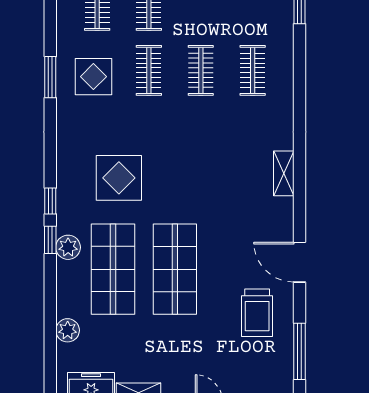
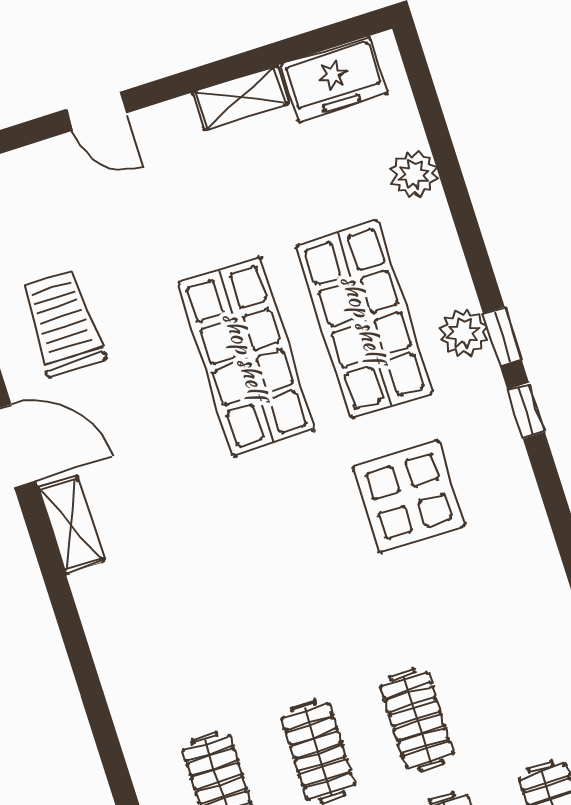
display table: (93, 77) -> (519, 674), removed
shelving: (284, 173) -> (71, 525), moved

